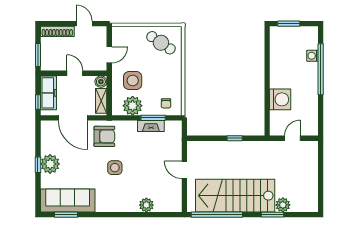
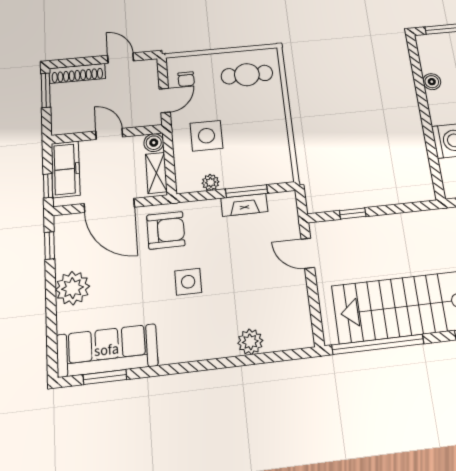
cafe table: (161, 43) -> (247, 75), turned -34
window: (38, 55) -> (46, 90), moved
boiler: (275, 59) -> (432, 82), added
chair: (166, 103) -> (186, 79), moved
plant: (133, 106) -> (211, 182), width x0.53, depth x0.53
window: (235, 138) -> (353, 213), moved
window: (38, 165) -> (49, 246), moved
door: (184, 170) -> (308, 253), moved

